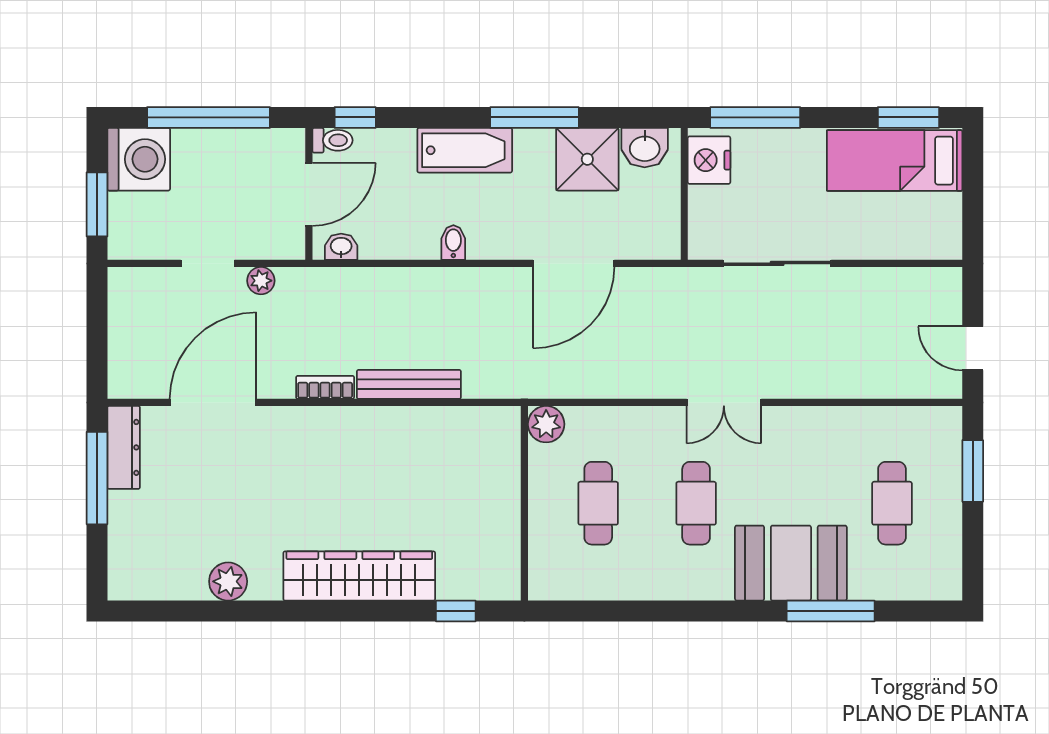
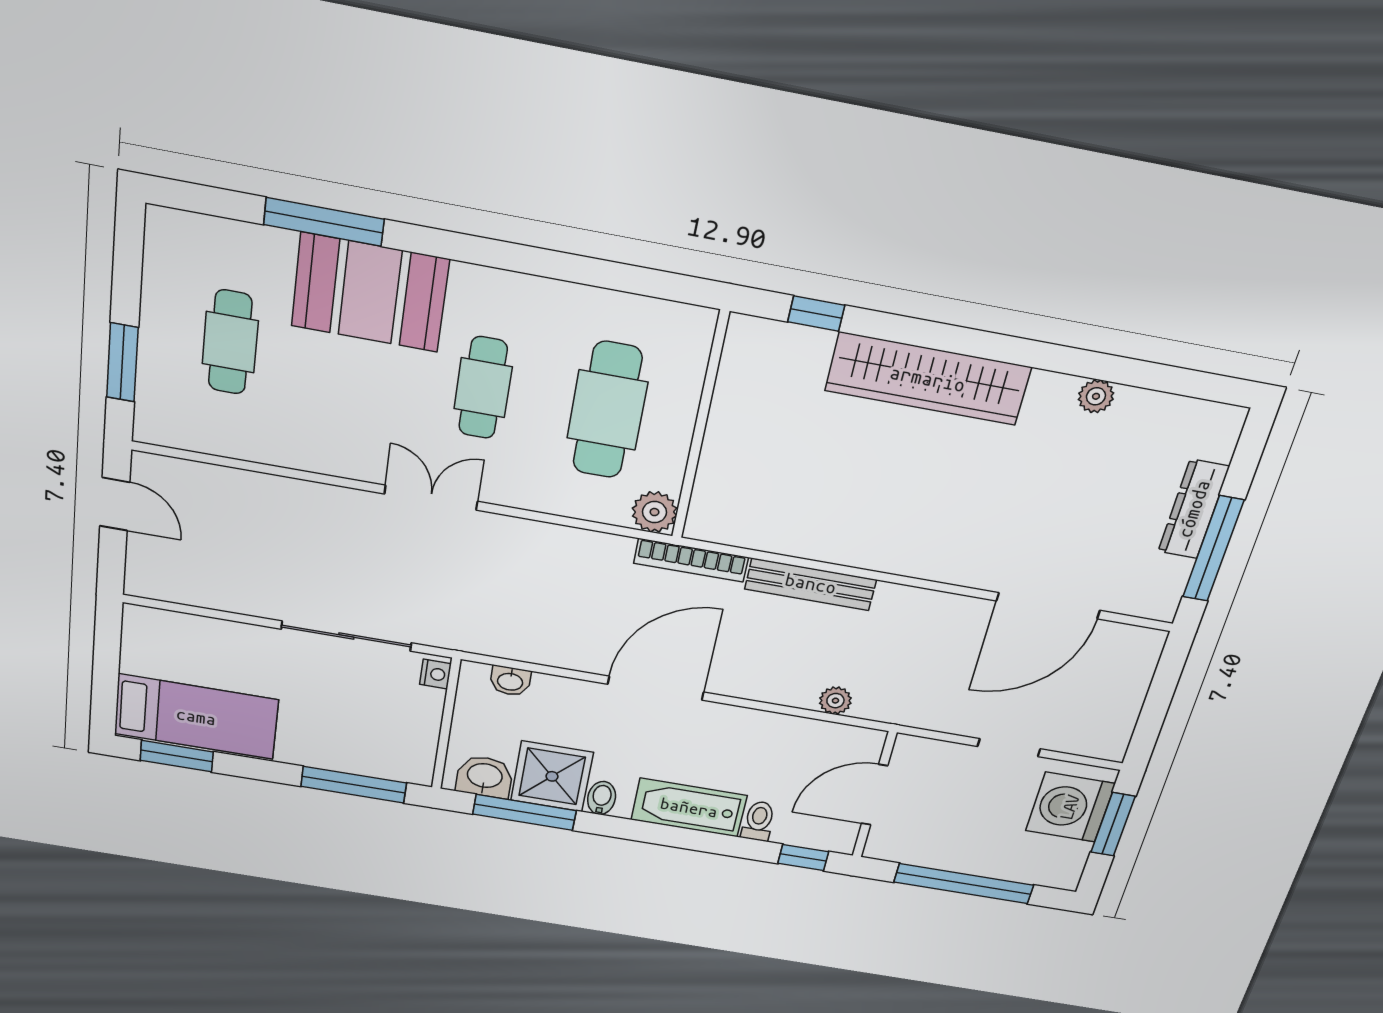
window: (535, 117) -> (524, 812), moved
toilet: (333, 140) -> (758, 821), moved, turned 90
washing machine: (139, 159) -> (1070, 807), moved
nightstand: (709, 160) -> (435, 674), moved, width x0.53, depth x0.56
bidet: (453, 243) -> (602, 798), moved, turned 180
washbasin: (341, 247) -> (510, 681), moved
door: (574, 263) -> (656, 688), moved
plant: (261, 281) -> (835, 701), moved
bookcase: (325, 387) -> (691, 560), moved, width x1.56
dresser: (124, 447) -> (1194, 509), moved
cafe table: (598, 503) -> (607, 410), width x1.37, depth x1.35
plant: (228, 581) -> (1096, 396), width x0.73, depth x0.73

